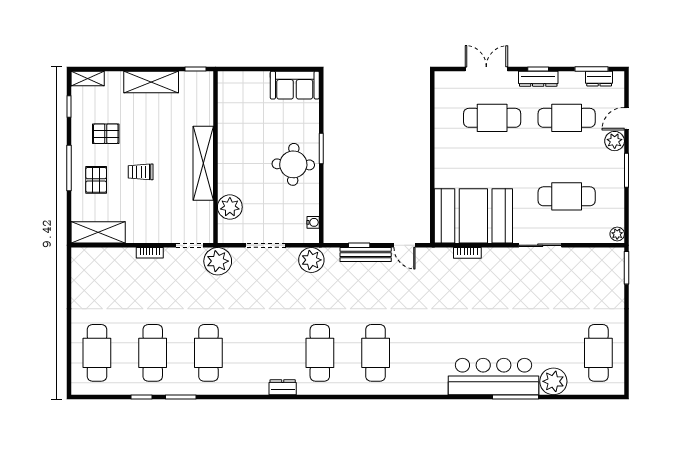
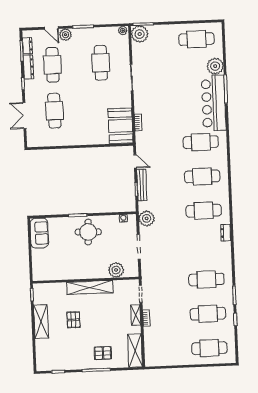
shelving: (88, 78) -> (136, 315), moved
dresser: (538, 79) -> (28, 67), moved
pallet: (106, 134) -> (73, 320), moved
trolley: (141, 172) -> (97, 326), removed
booth: (473, 216) -> (121, 126), width x0.73, depth x0.70
door: (404, 245) -> (135, 161), hinge flipped
plant: (218, 261) -> (140, 34), moved
cafe table: (431, 353) -> (201, 142), added

